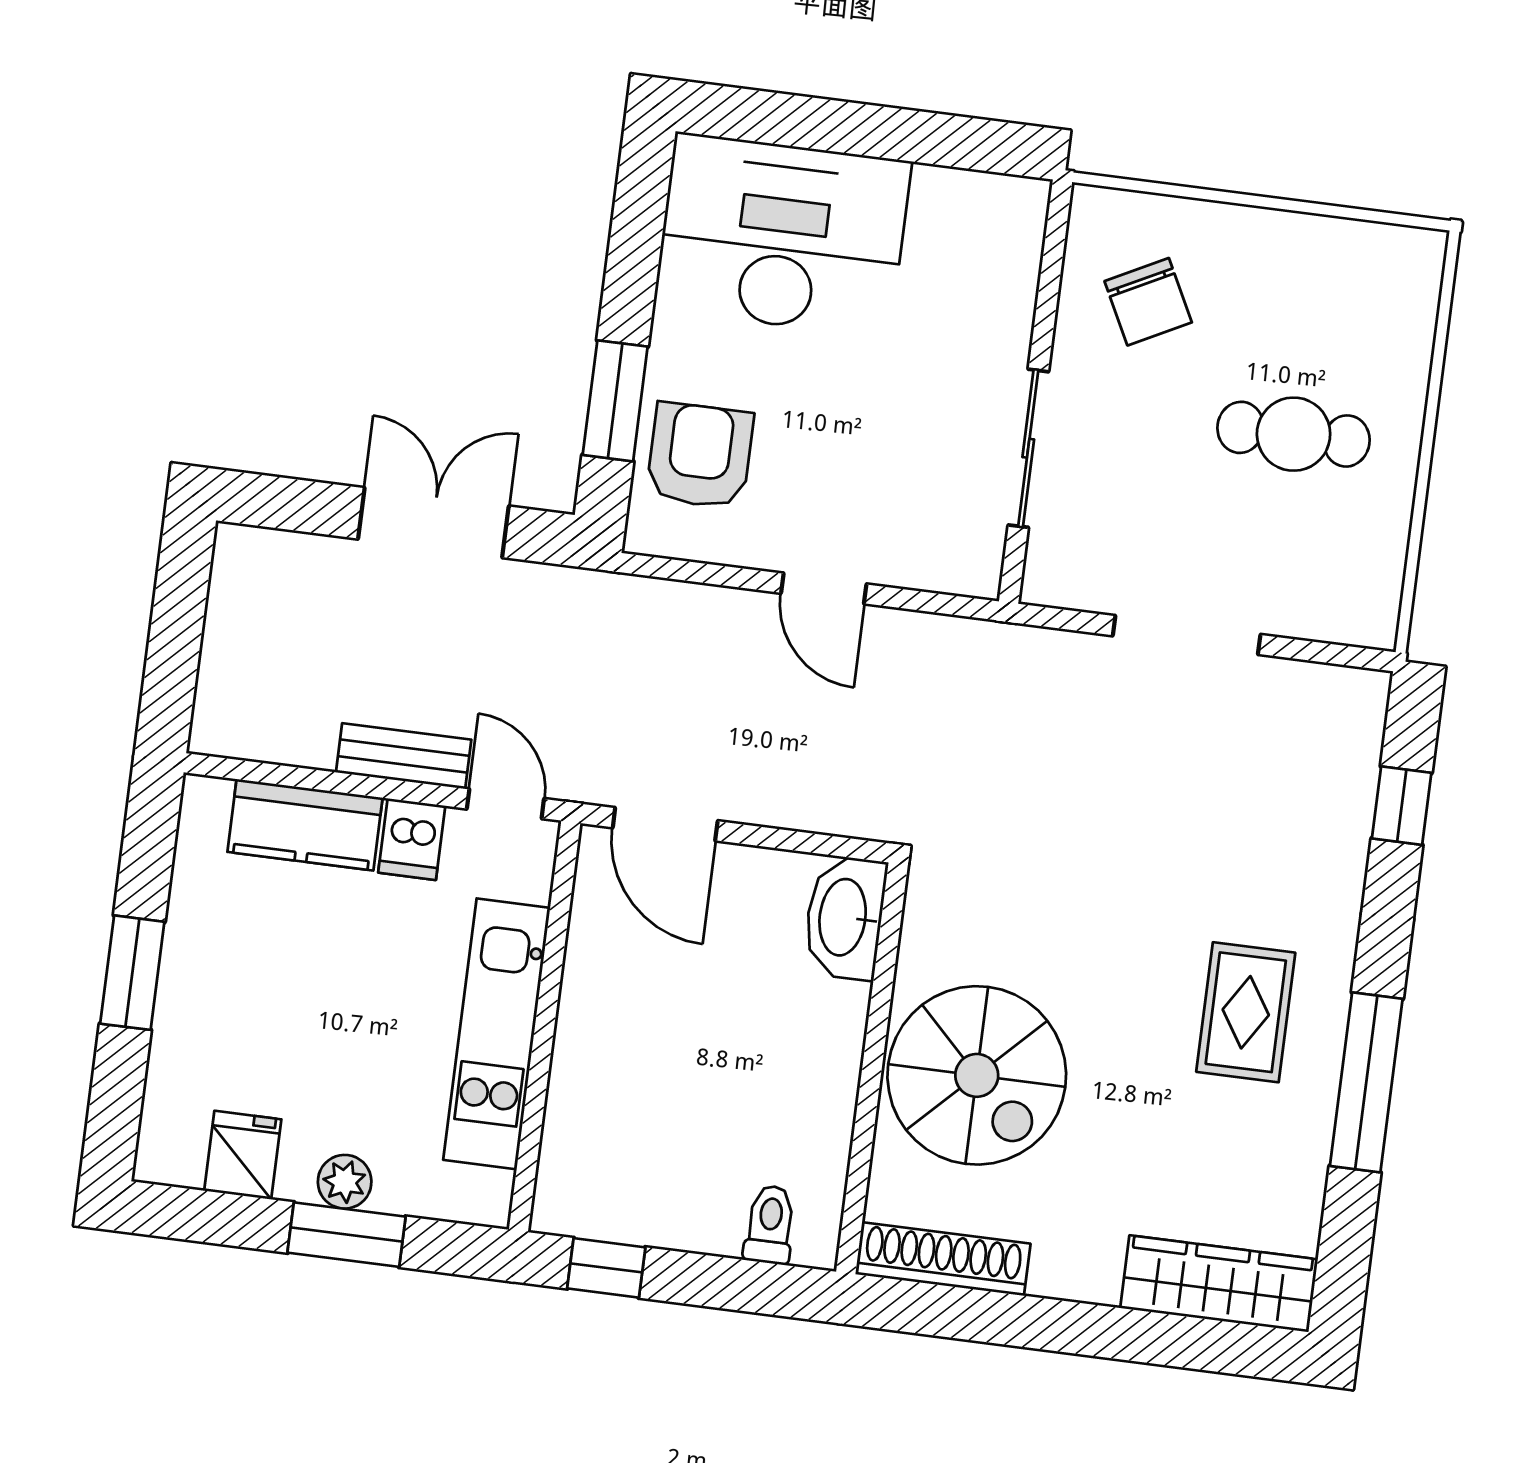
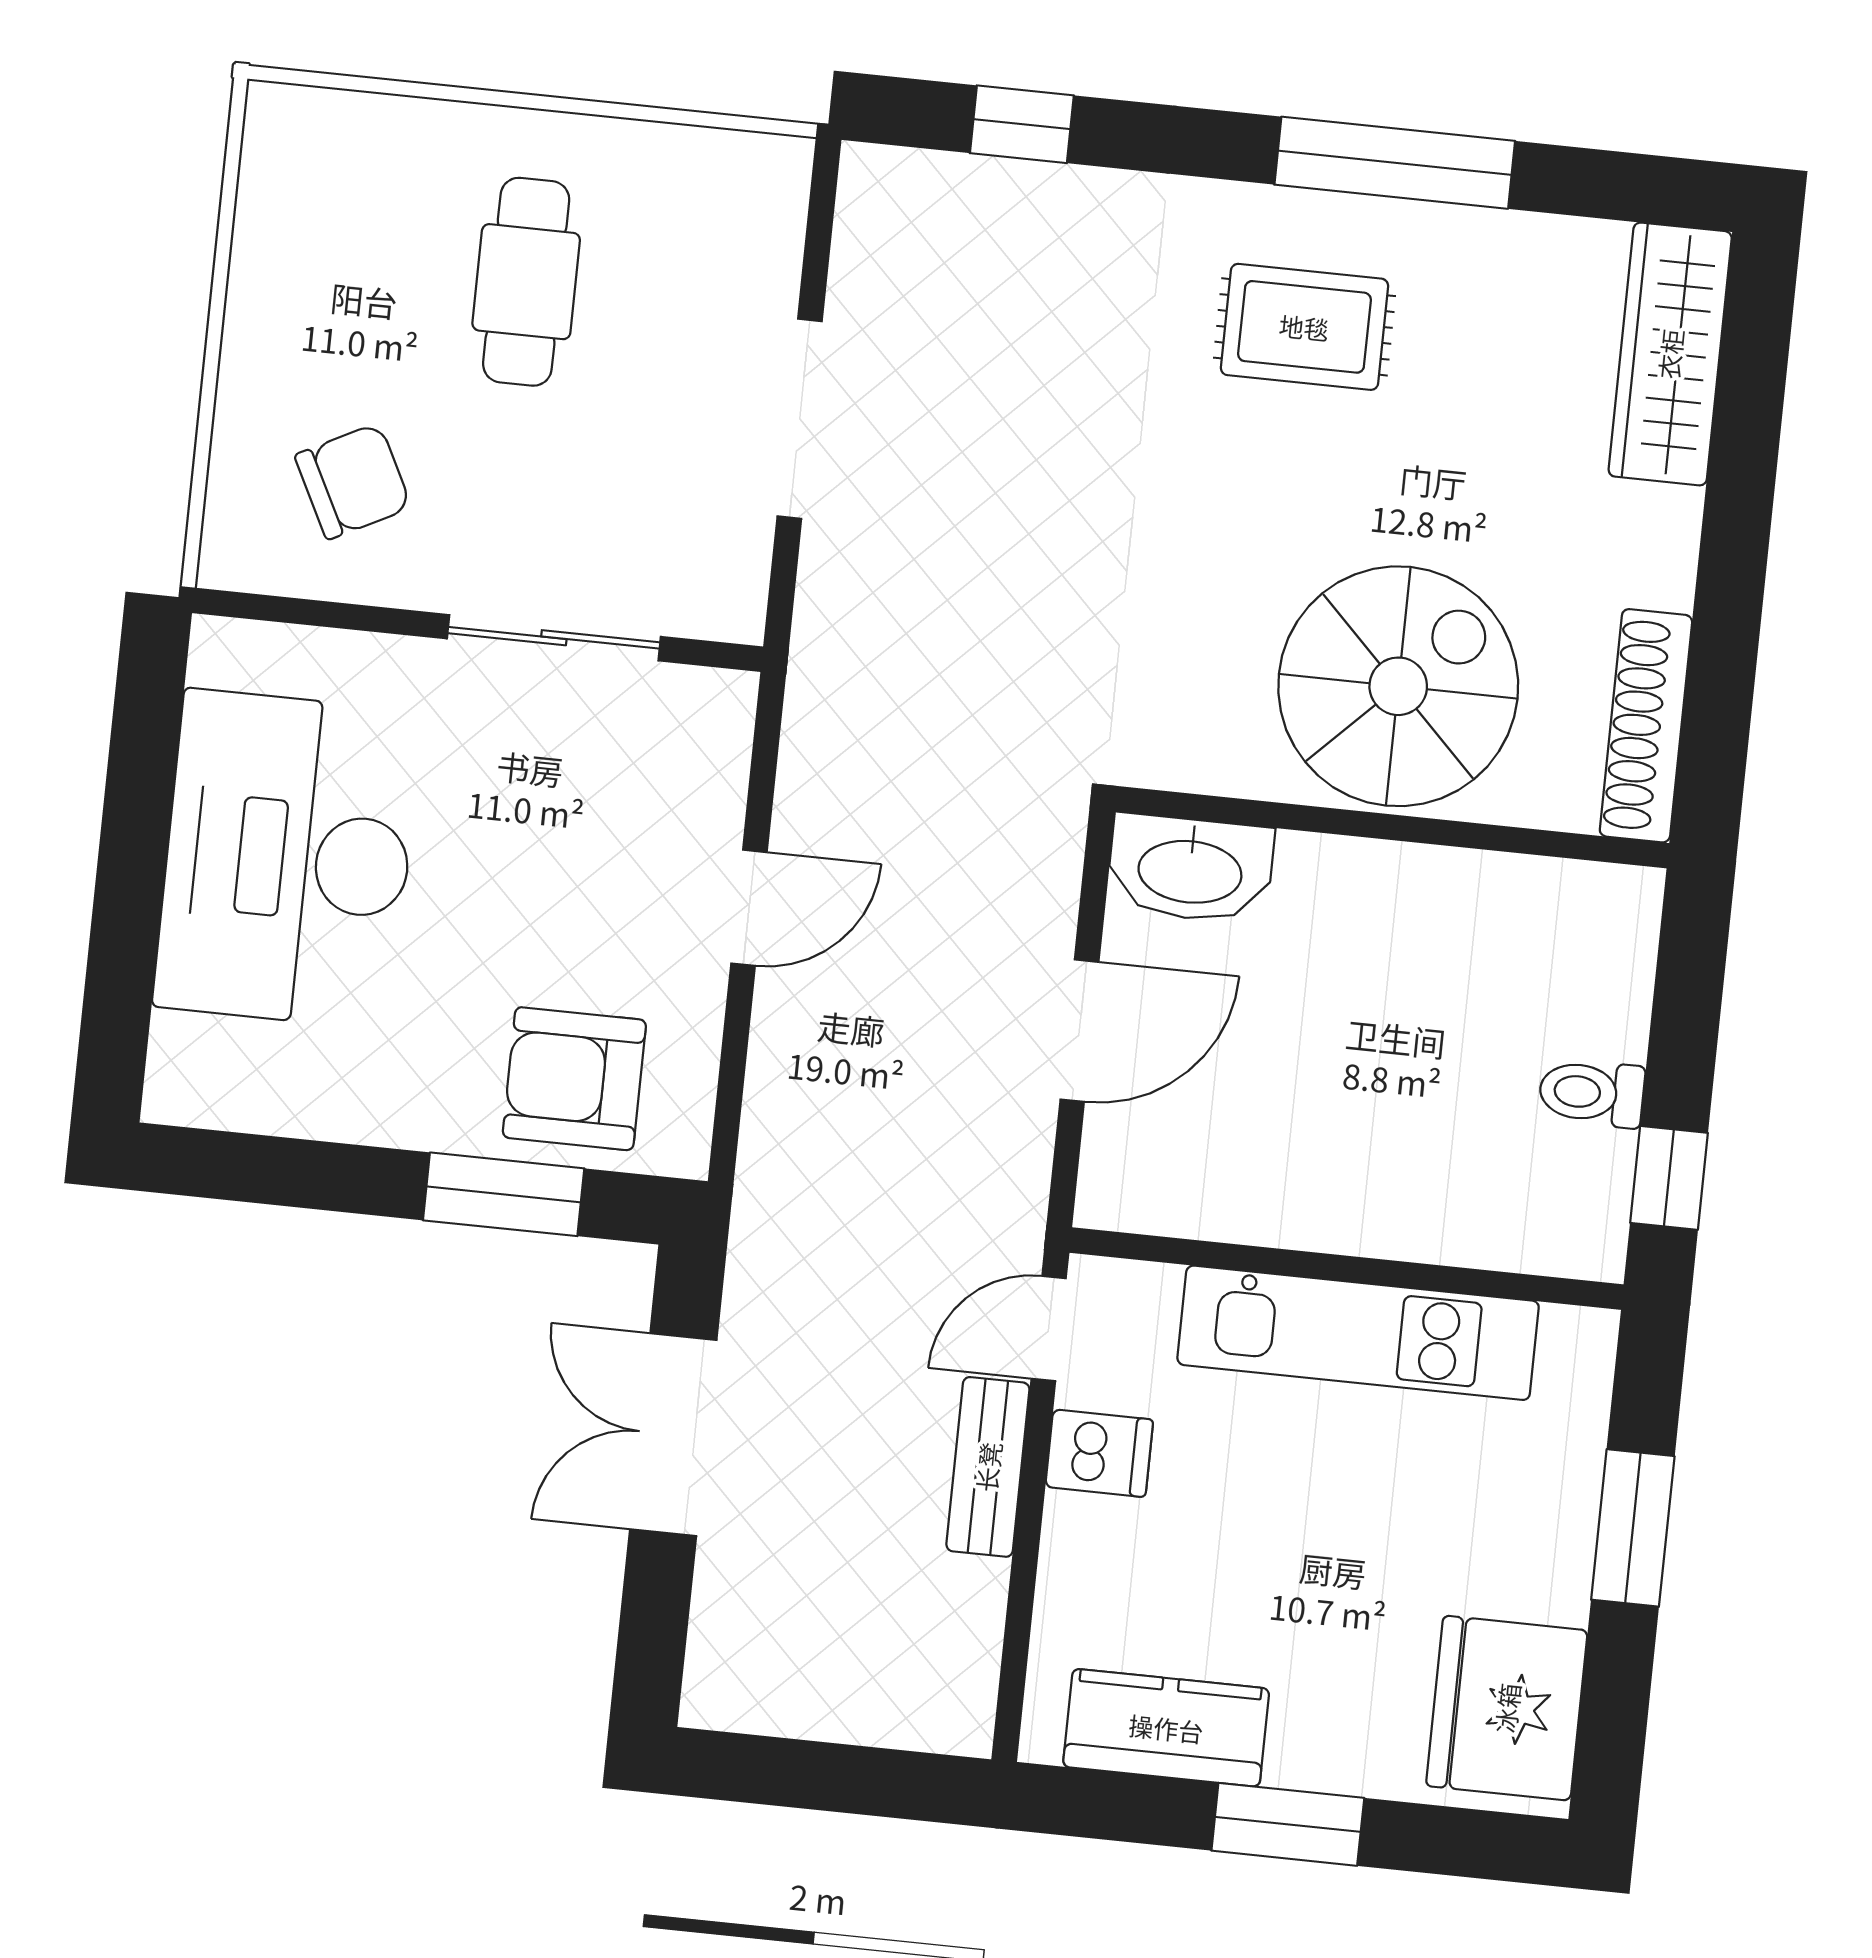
desk: (782, 235) -> (287, 859), moved
door: (665, 824) -> (1079, 1031), moved
kitchen counter: (305, 825) -> (1166, 1728), moved, turned -90
fridge: (243, 1155) -> (1507, 1708), width x1.88, depth x1.34
plant: (345, 1182) -> (1562, 1532), removed
toilet: (770, 1225) -> (1592, 1093), moved

